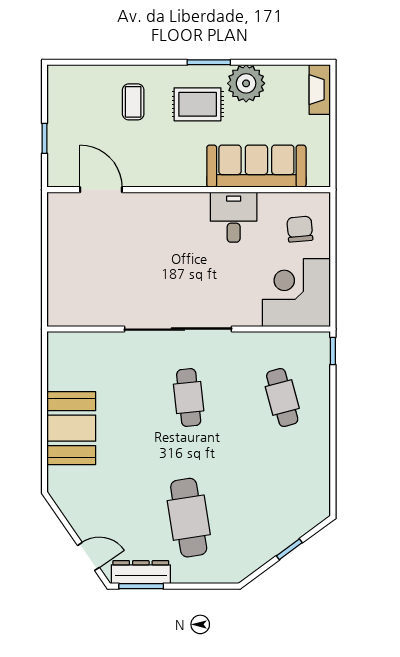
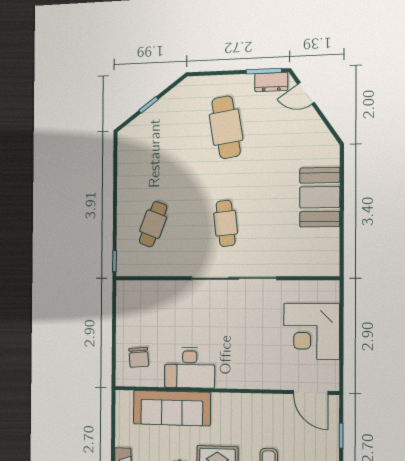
door: (101, 190) -> (311, 392), moved
desk: (234, 217) -> (190, 368), width x1.37
corner desk: (296, 293) -> (312, 331), moved, turned 90
cafe table: (282, 397) -> (153, 224), turned 36
dresser: (141, 572) -> (271, 82), width x0.70

